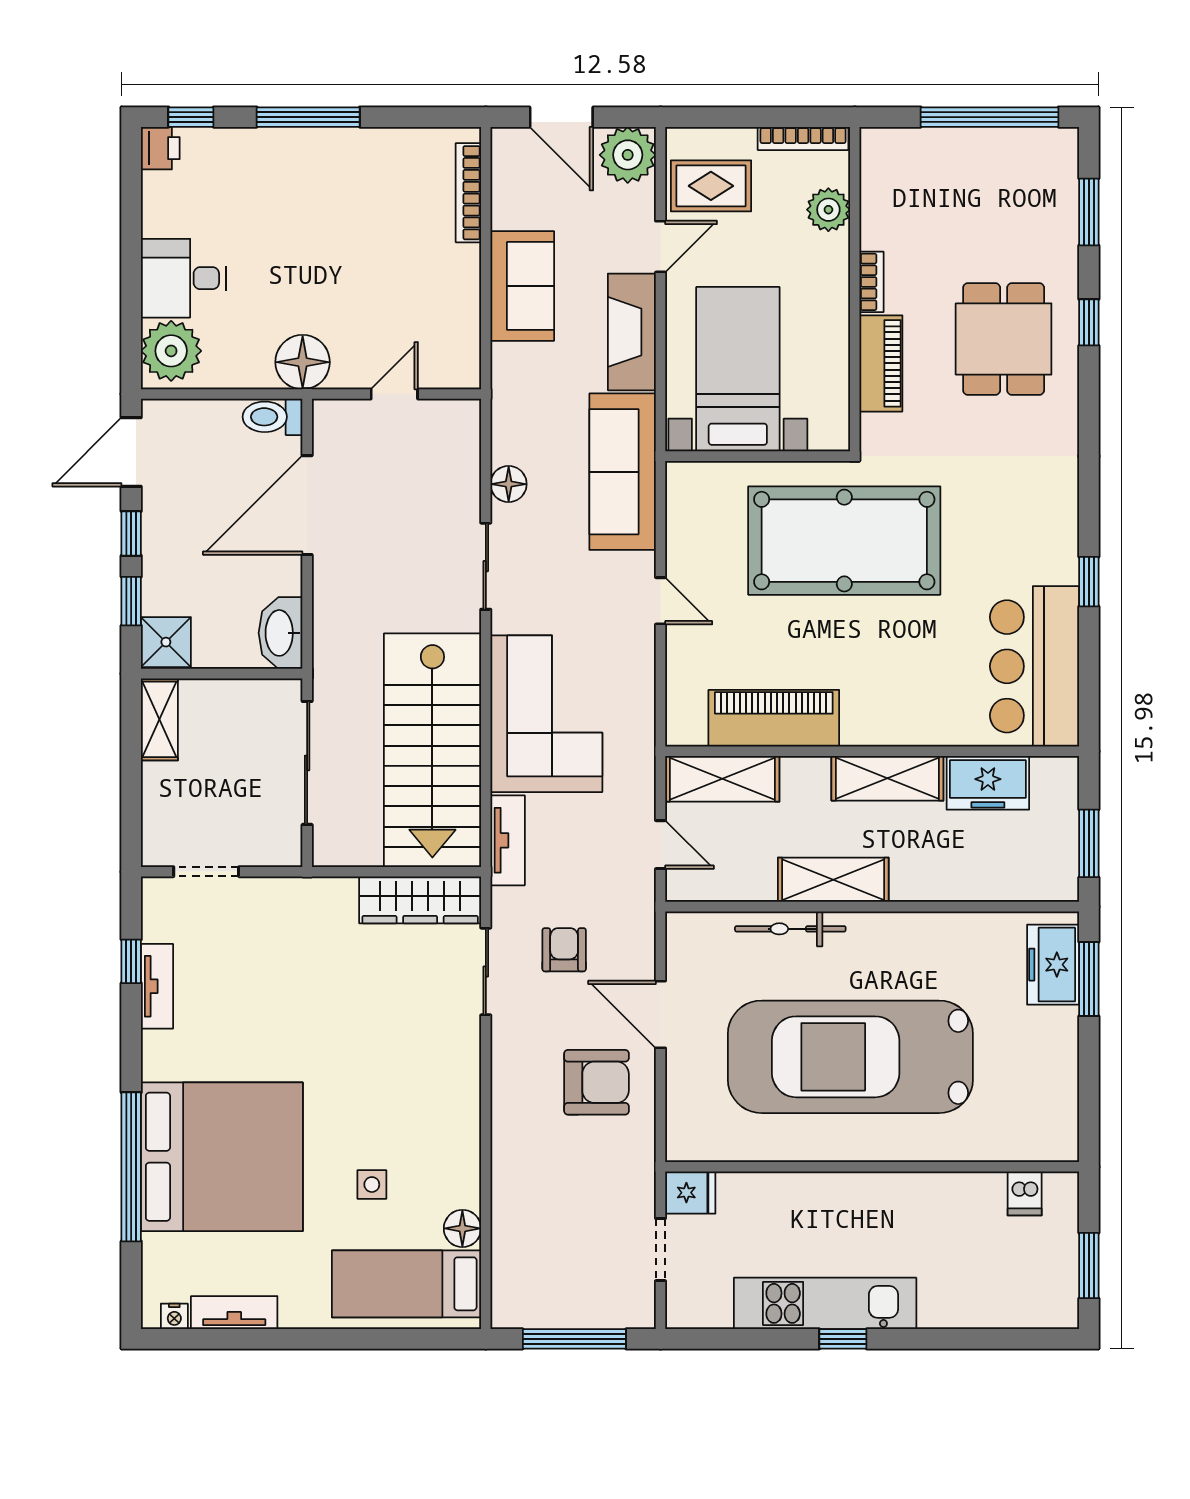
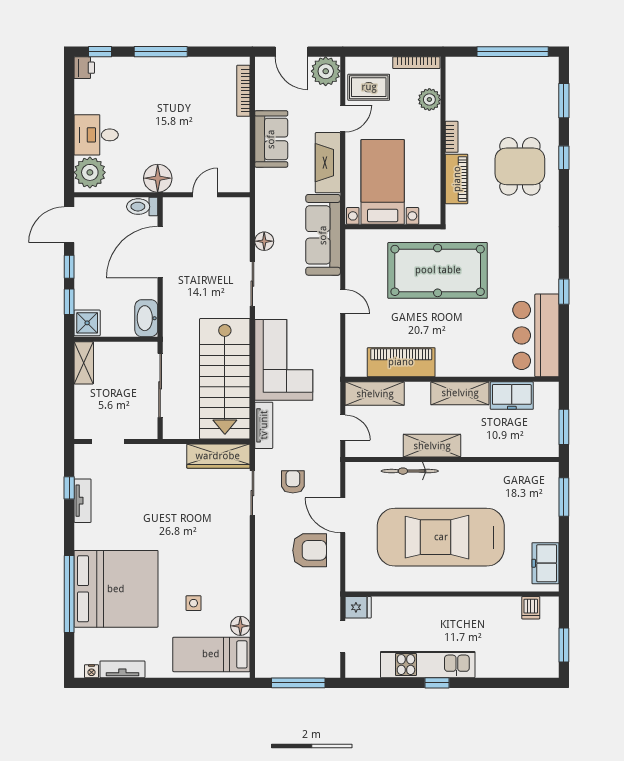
freezer: (1053, 965) -> (546, 563), moved

